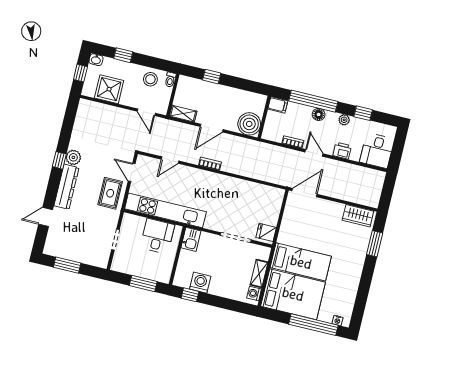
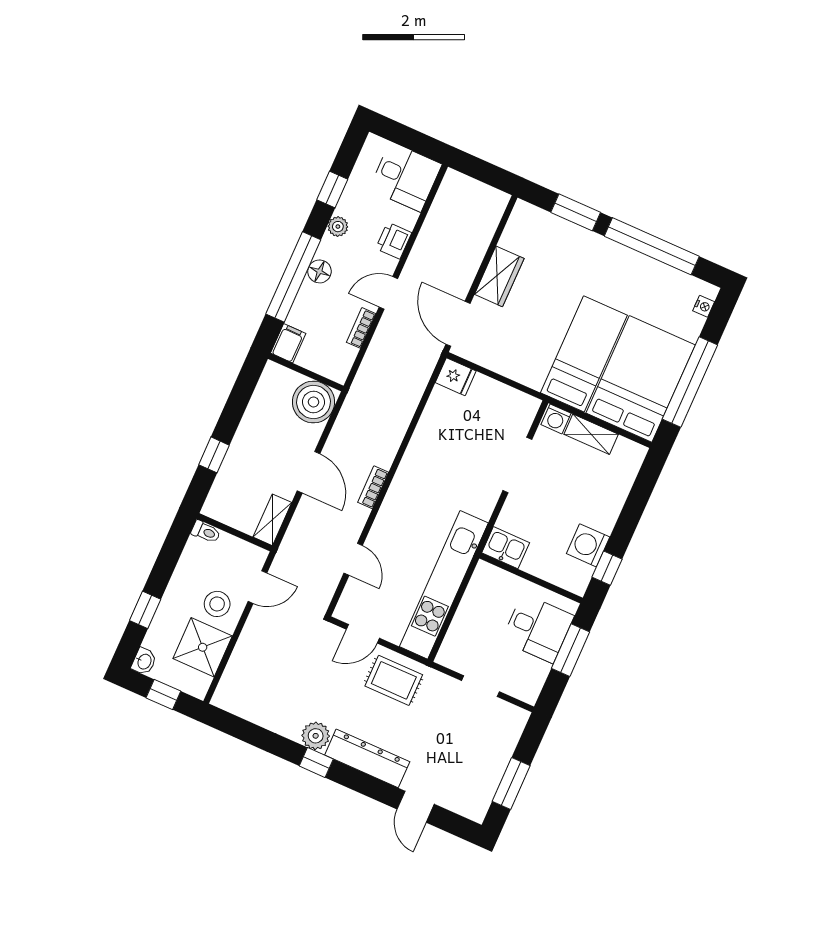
stool: (150, 79) -> (217, 604), moved
wardrobe: (358, 216) -> (499, 276), moved
fridge: (266, 232) -> (456, 377), moved, turned -90
desk: (157, 236) -> (538, 628), moved, turned 180
window: (364, 287) -> (652, 246), added
washing machine: (254, 294) -> (556, 419), moved
window: (313, 325) -> (690, 382), moved

